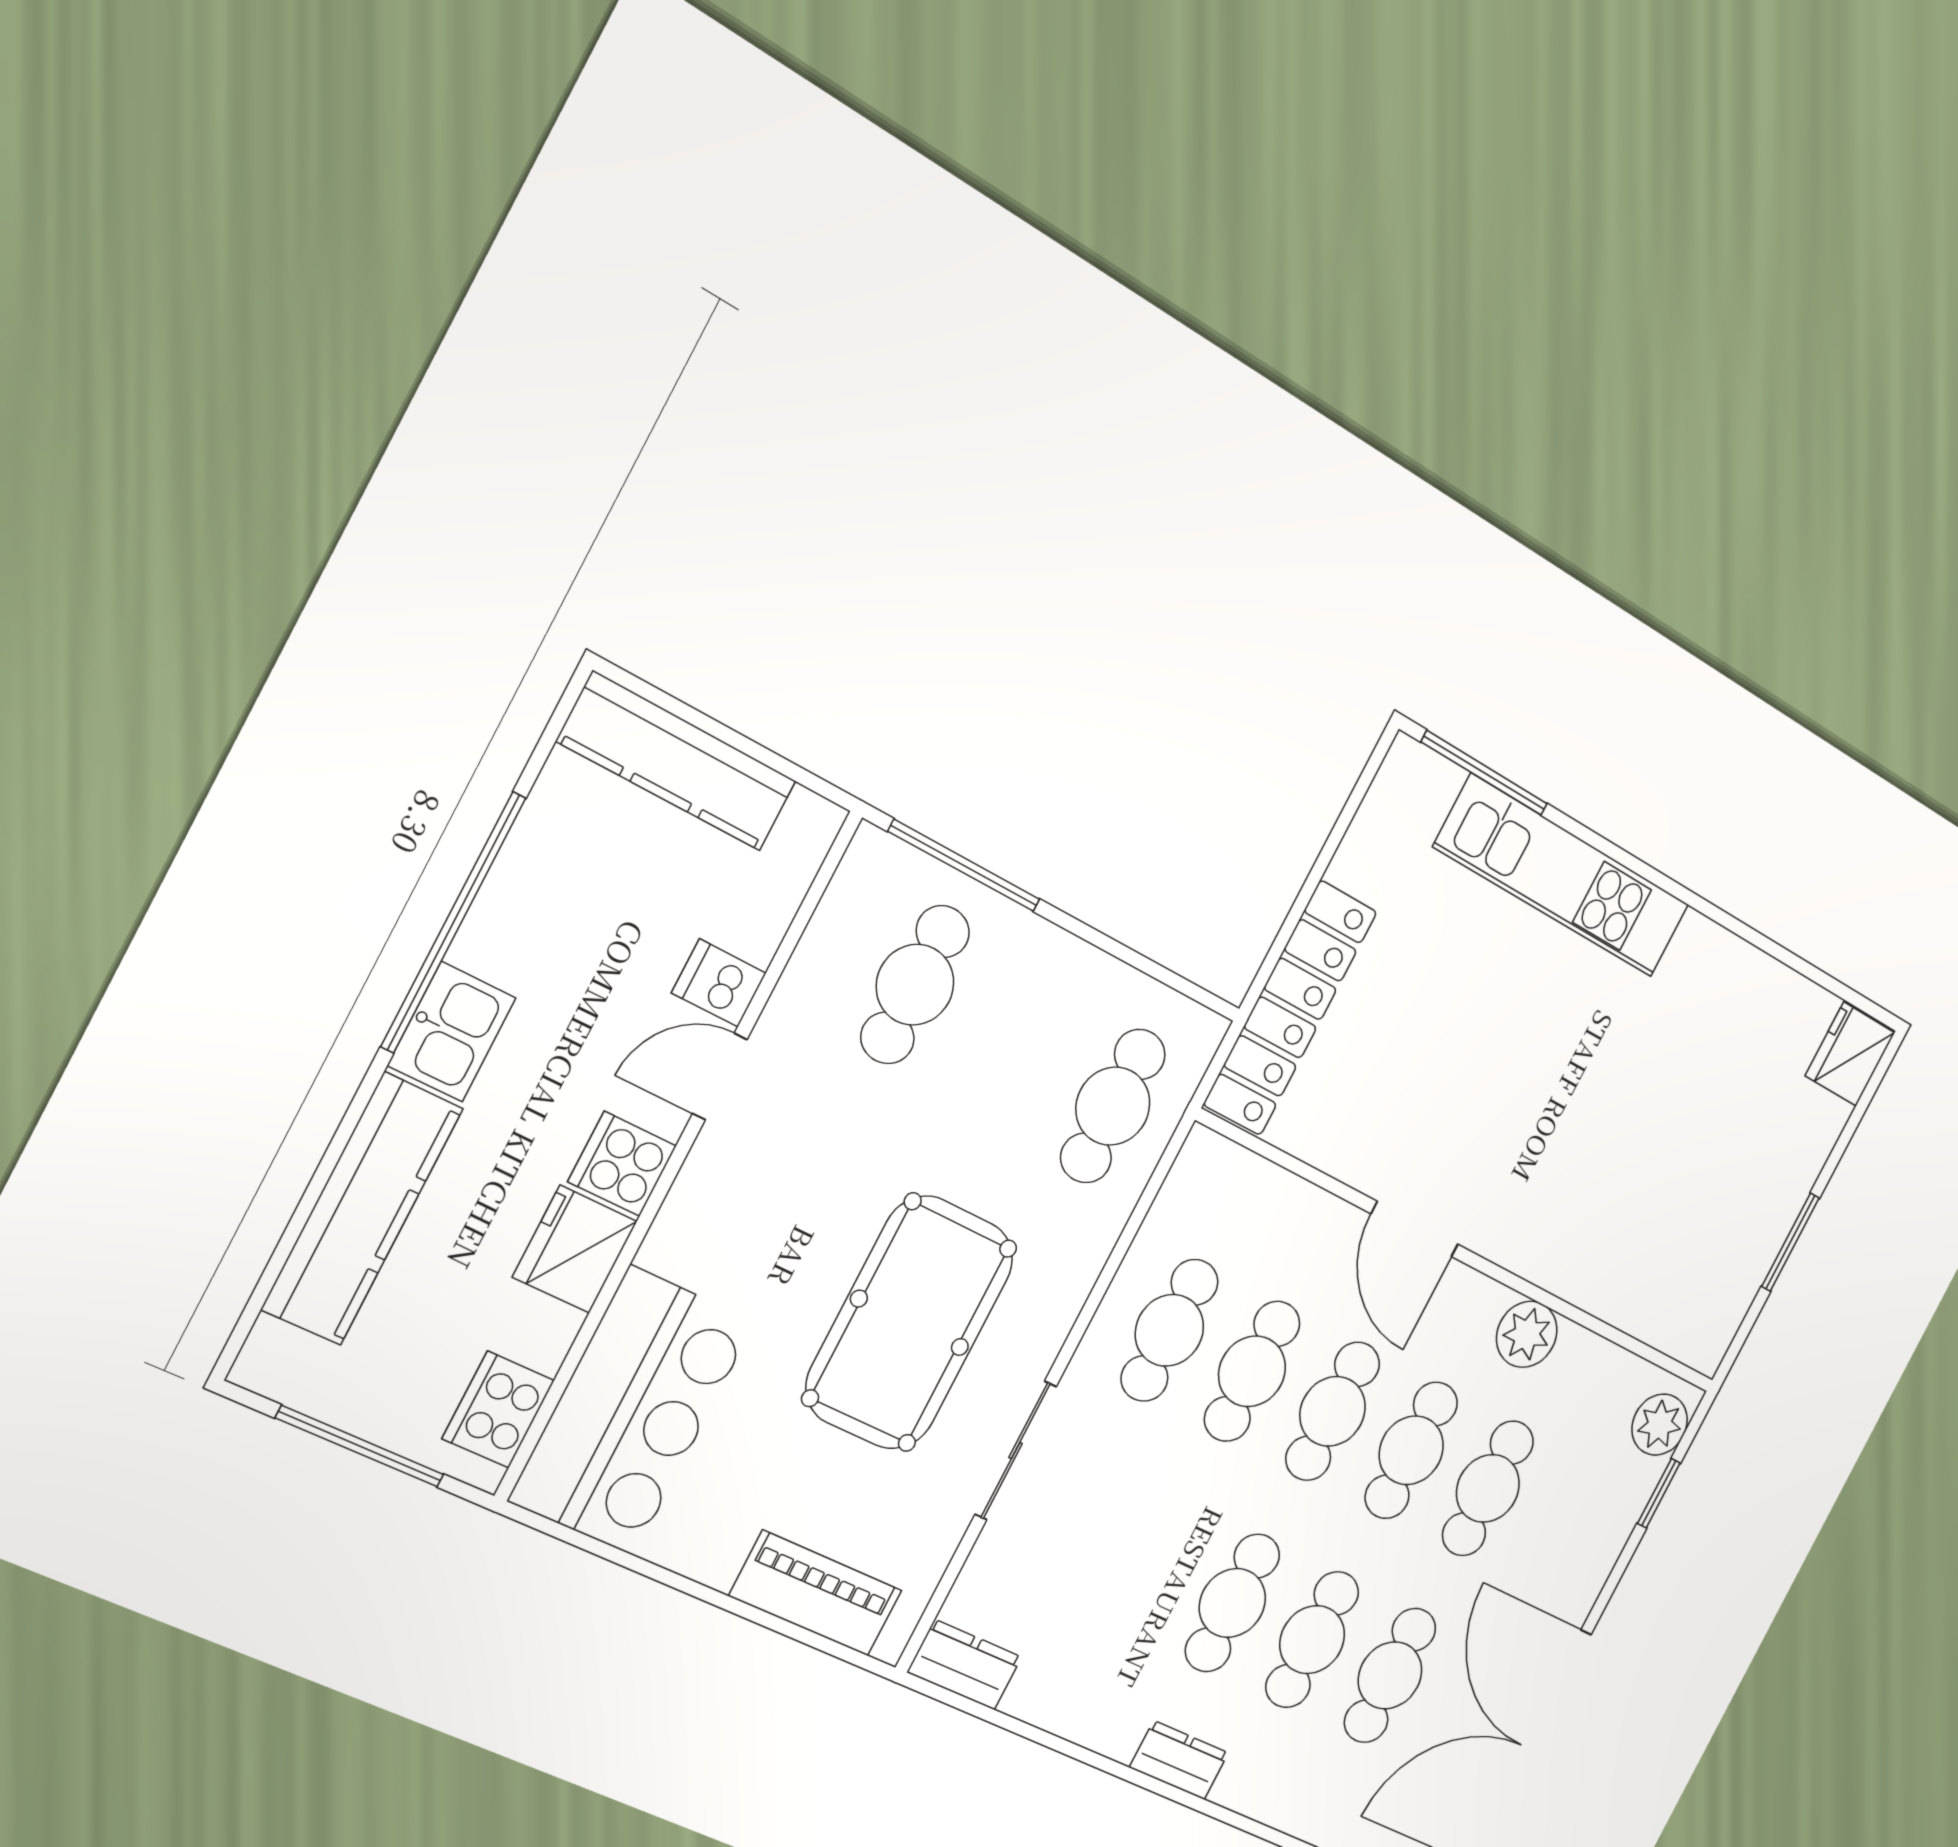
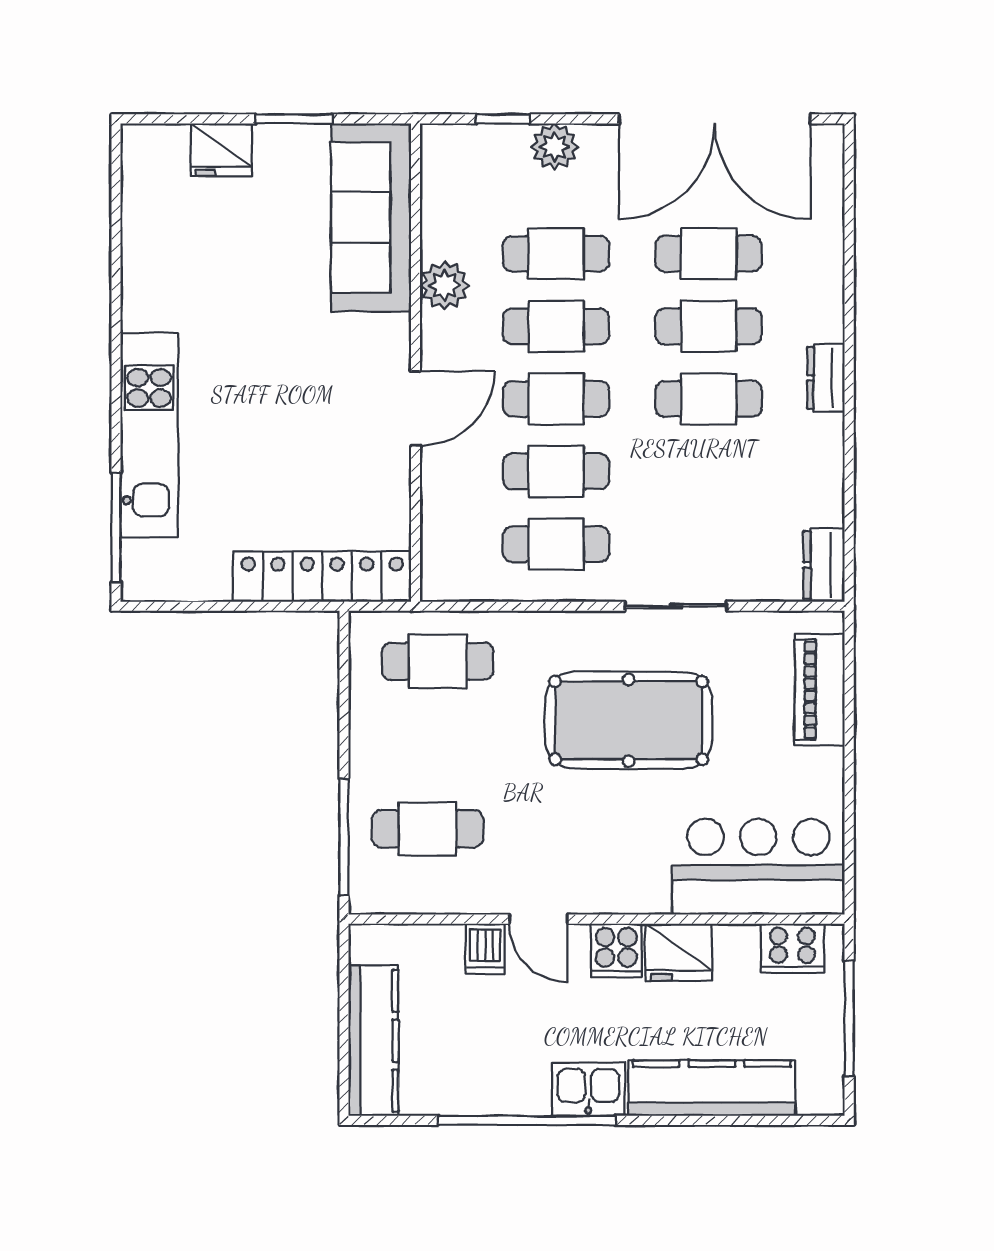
fridge: (1850, 1054) -> (221, 150), moved
sofa: (1644, 1281) -> (371, 218), added
plant: (1660, 1425) -> (555, 147), moved

